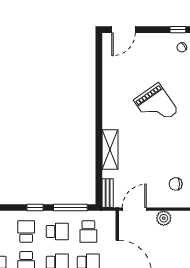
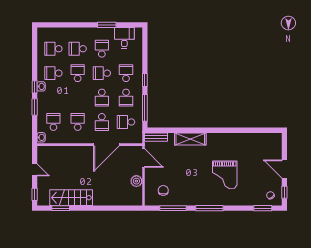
door: (124, 30) -> (284, 169), moved
grand piano: (156, 106) -> (225, 175), turned -55
school desk: (26, 231) -> (126, 73), turned -90

